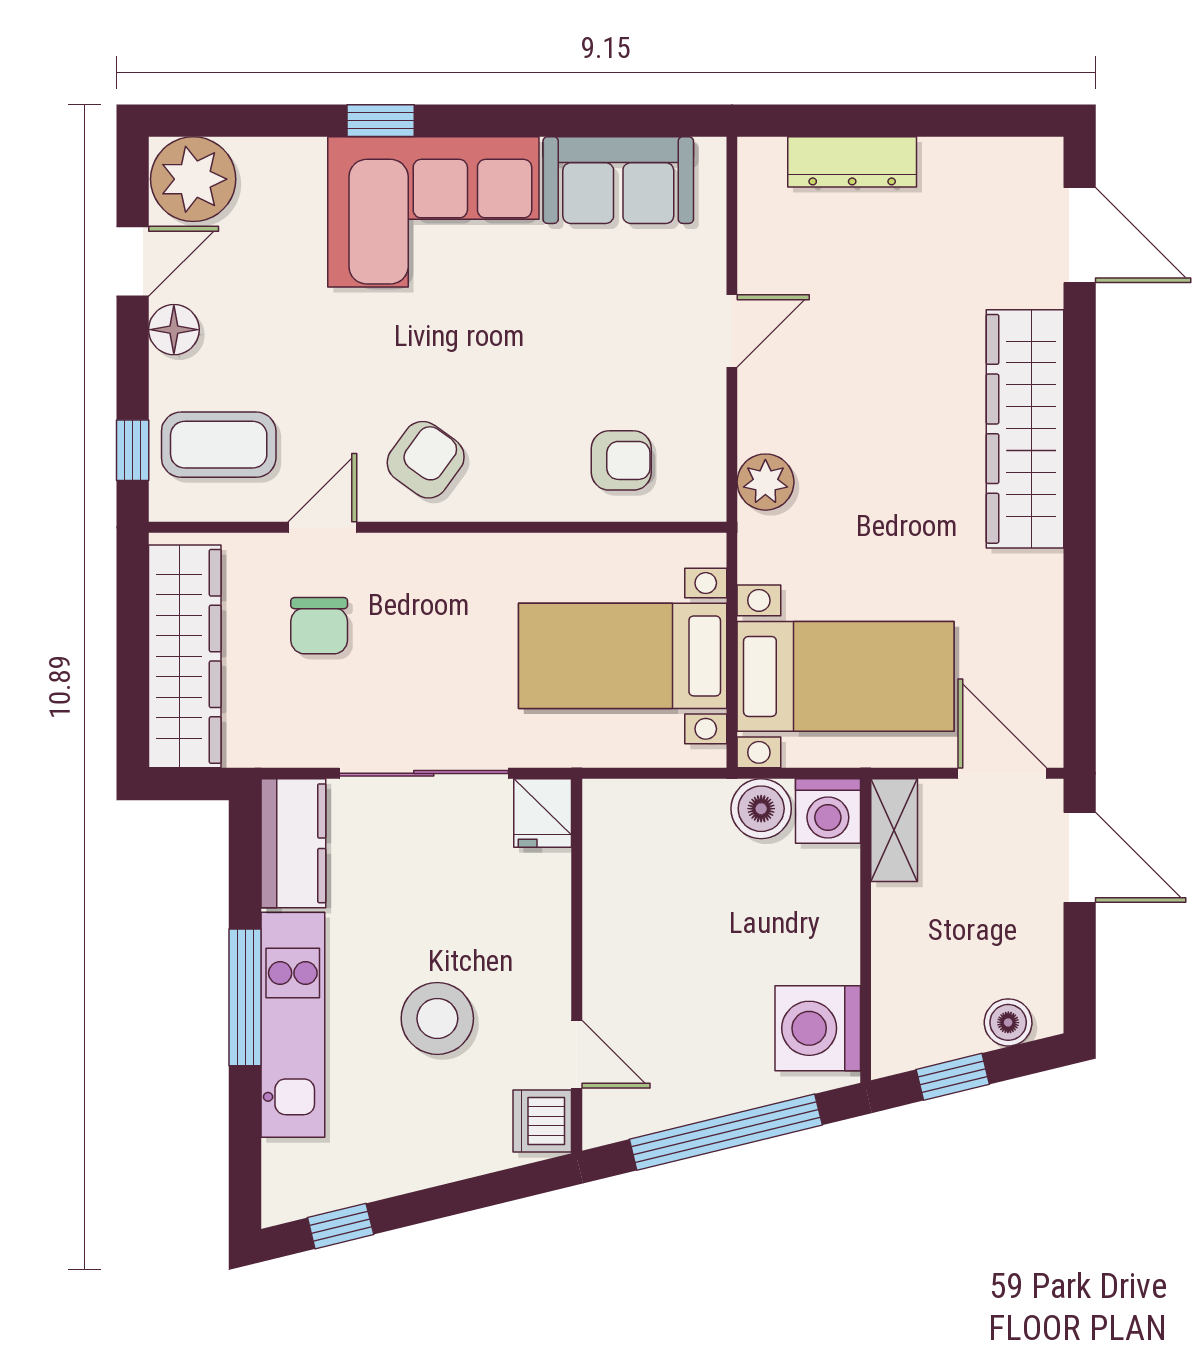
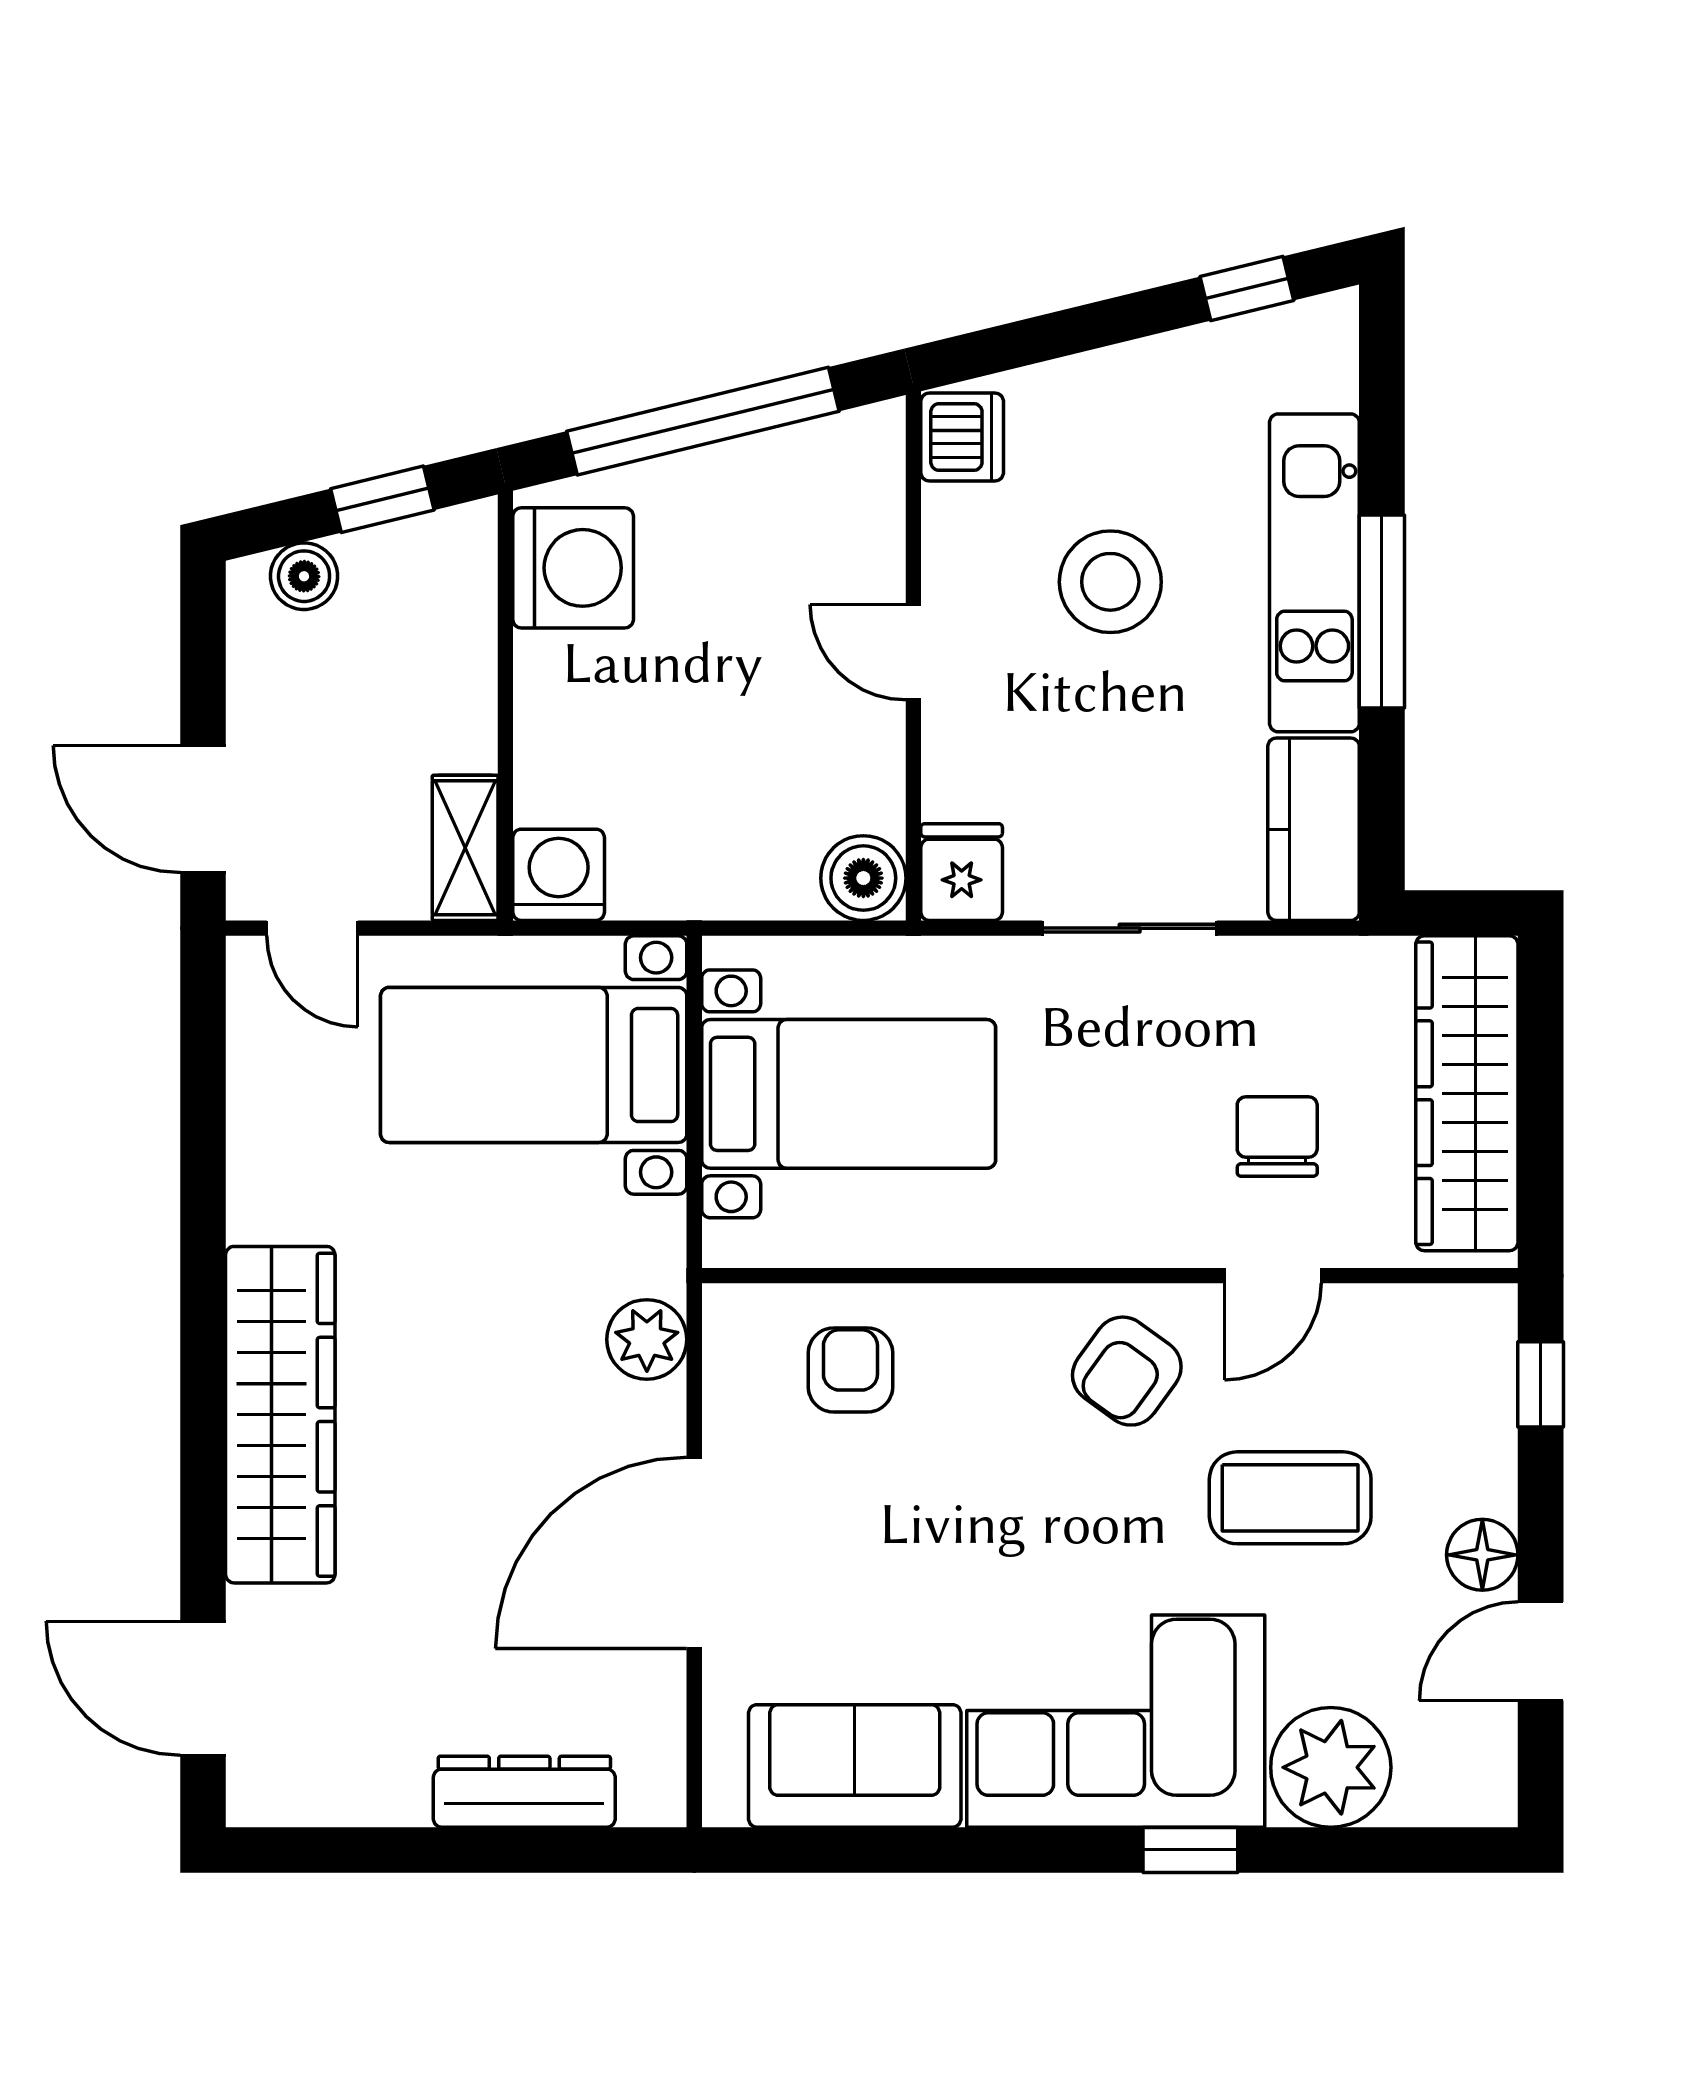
plant: (193, 179) -> (1331, 1767), moved
door: (732, 331) -> (694, 1553), width x1.88
coffee table: (219, 445) -> (1290, 1498), moved
armchair: (621, 460) -> (850, 1370), turned 90
sliding door: (424, 773) -> (1130, 928), width x0.73
door: (1002, 773) -> (312, 928), width x0.73
boiler: (761, 809) -> (863, 878), moved
door: (577, 1054) -> (913, 652), moved

